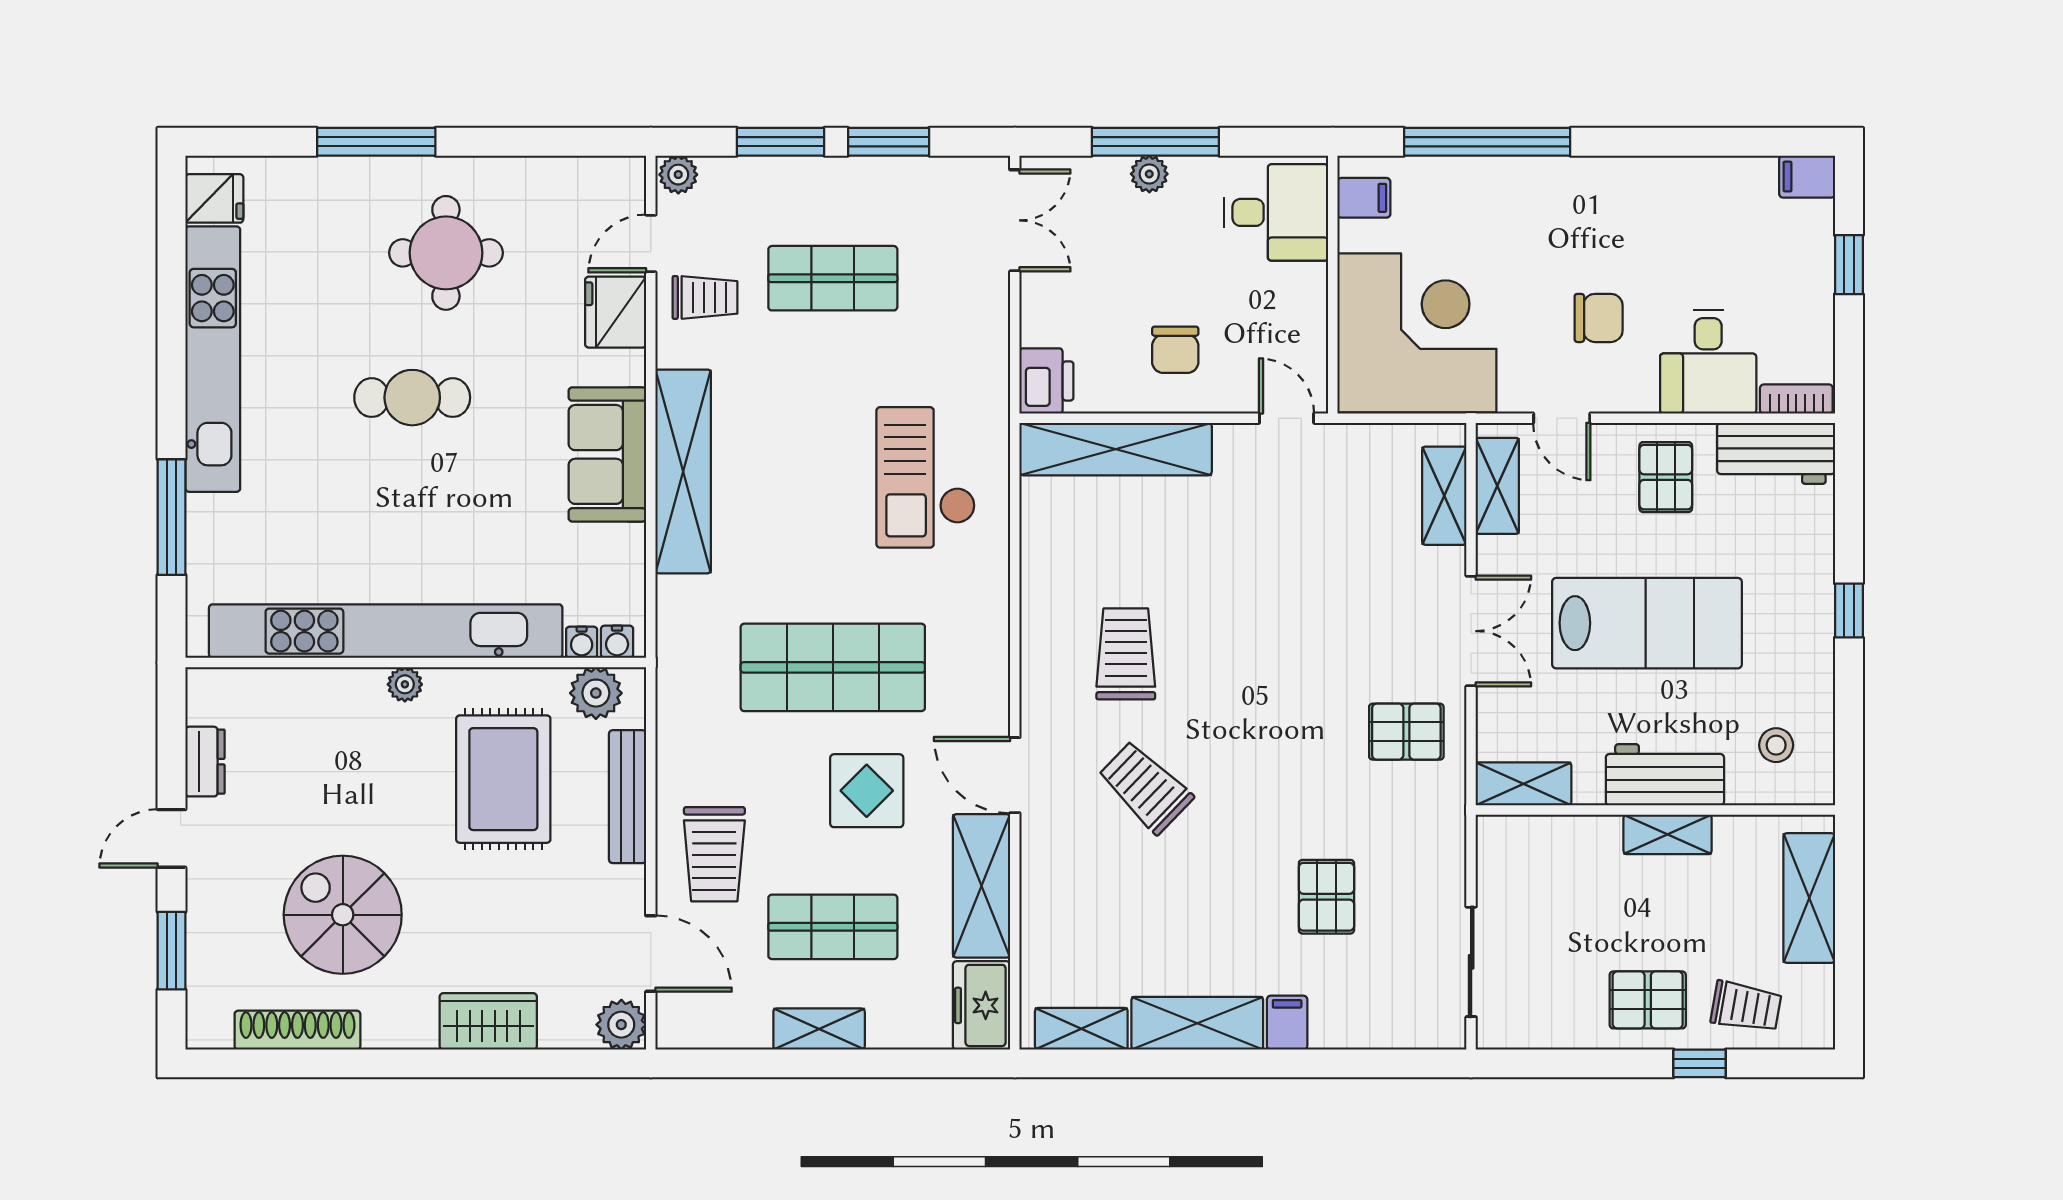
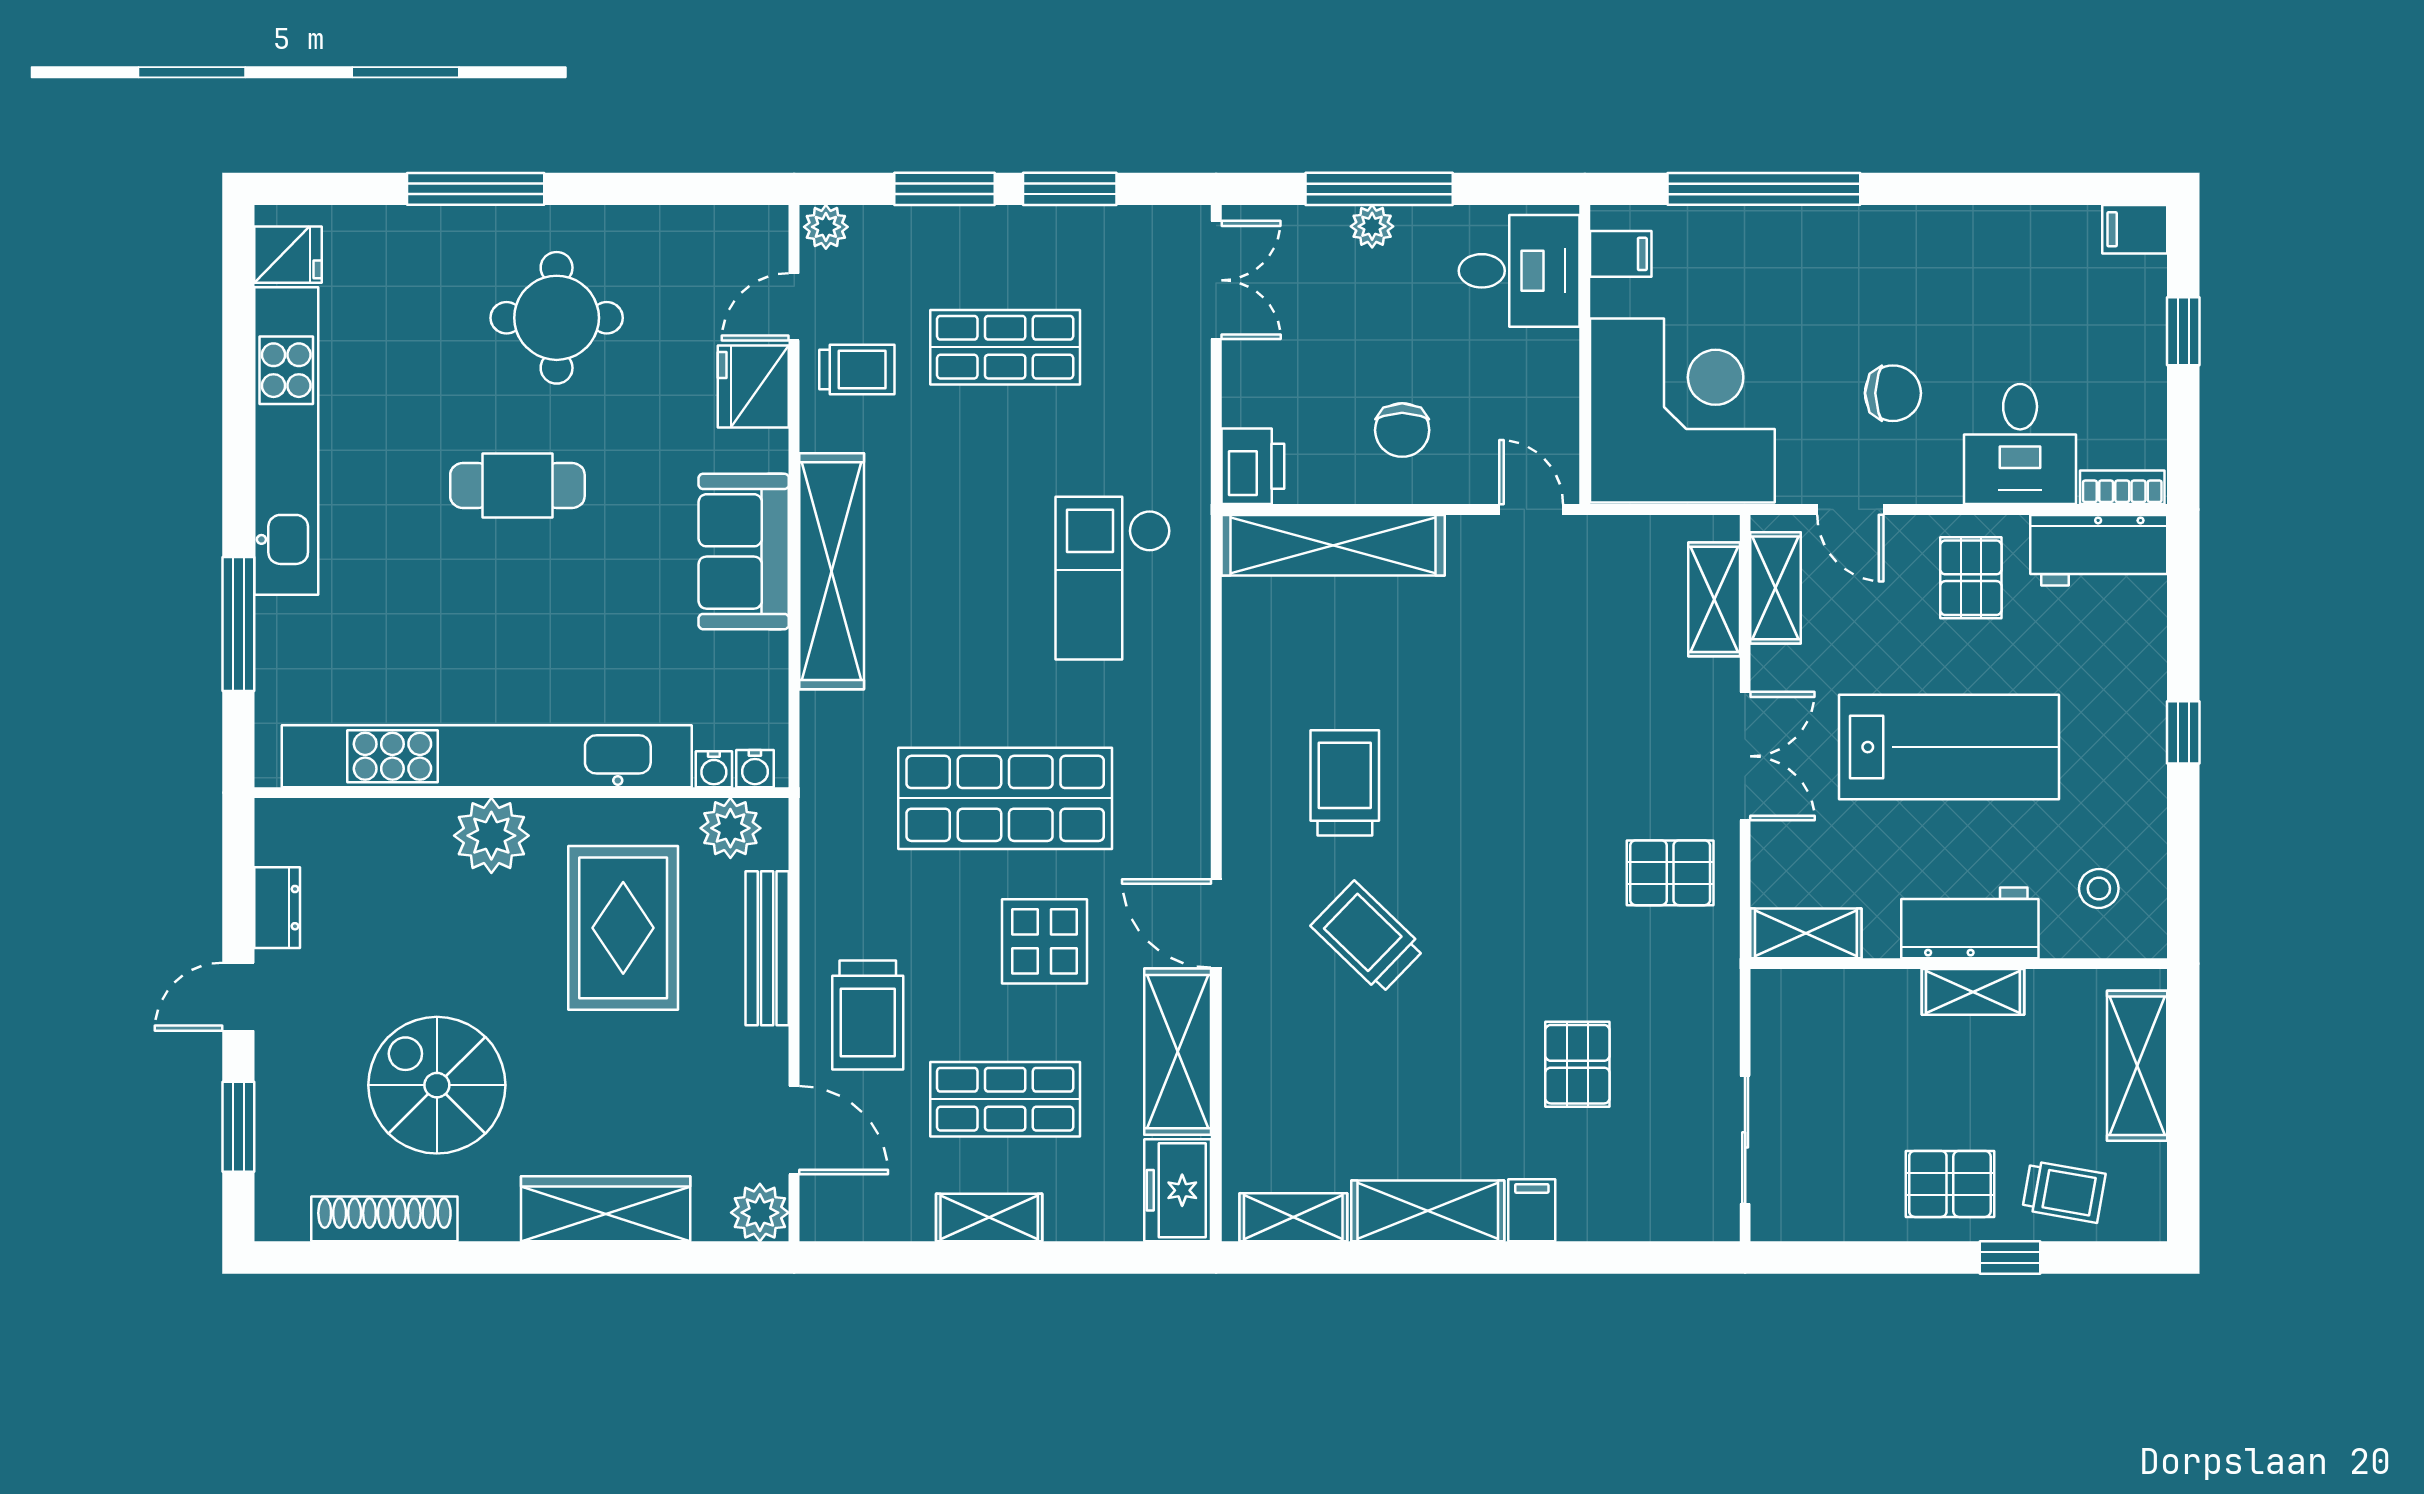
plant: (405, 684) -> (491, 836), width x1.88, depth x1.88
wardrobe: (488, 1021) -> (606, 1209), width x1.50

